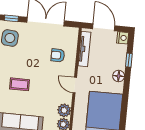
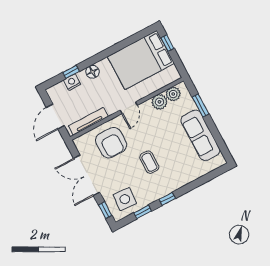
nightstand: (123, 38) -> (72, 82), moved
armchair: (58, 55) -> (111, 143), width x1.88, depth x1.88
coffee table: (19, 84) -> (149, 162), moved

